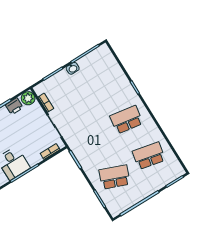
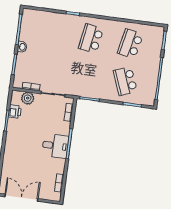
plant: (28, 98) -> (28, 98), moved
school desk: (115, 177) -> (125, 81), turned -42

